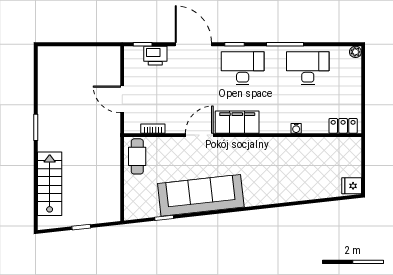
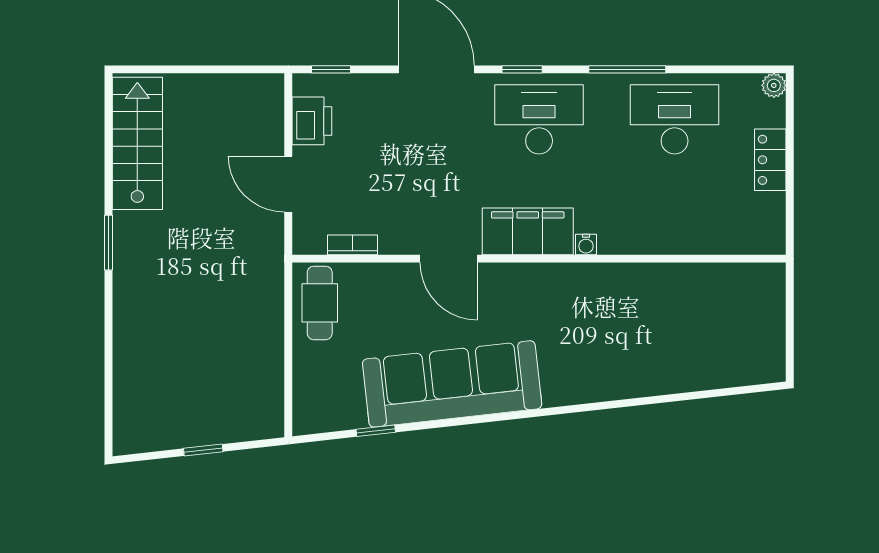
printer: (155, 56) -> (312, 121), moved, turned -90
locker: (343, 126) -> (770, 160), moved, turned -90
water cooler: (296, 128) -> (586, 244), moved
door: (199, 135) -> (449, 259), swing flipped
stairs: (50, 184) -> (137, 143), moved
fridge: (352, 186) -> (766, 364), removed

